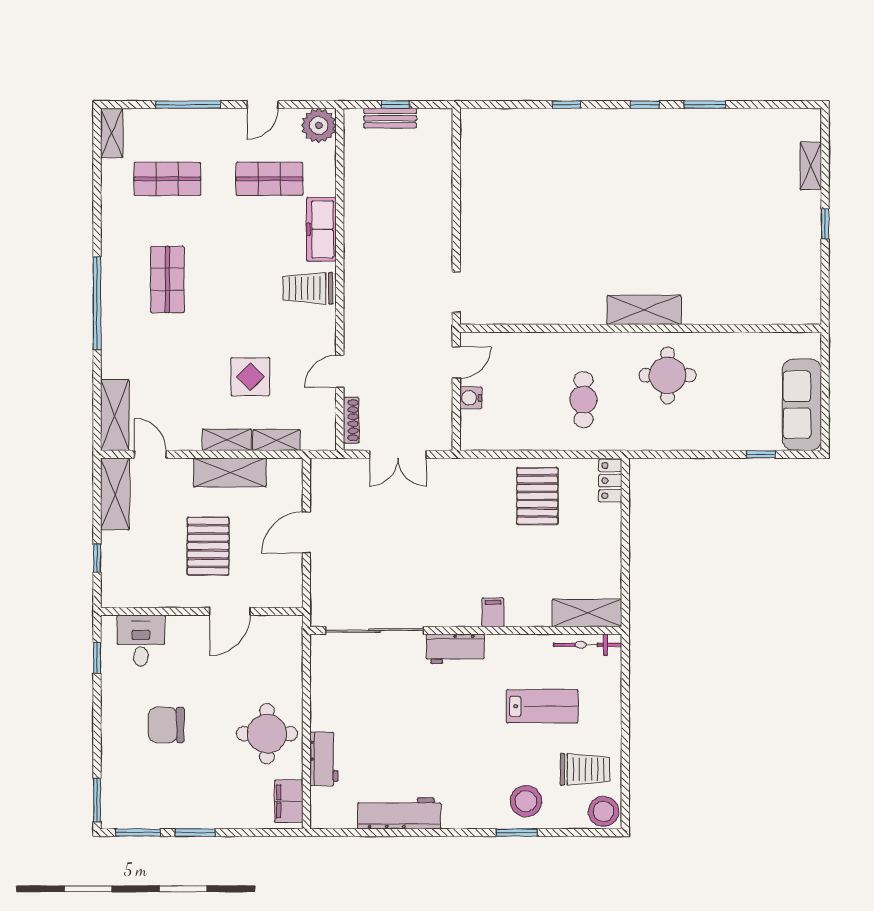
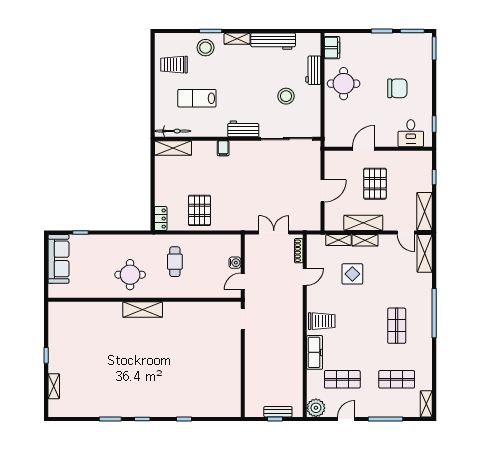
stool: (604, 811) -> (286, 96), moved
shelving: (467, 818) -> (237, 39), added

